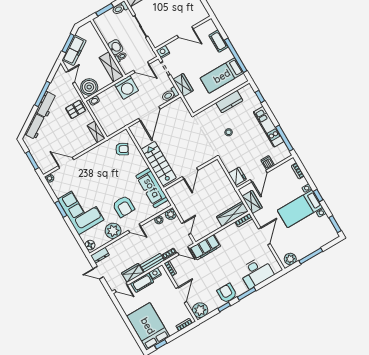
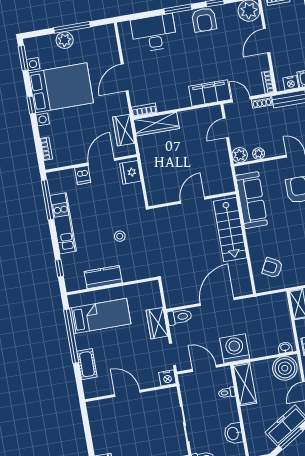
washbasin: (115, 47) -> (233, 433), moved
bed with nightstands: (300, 209) -> (61, 88), width x1.36
plant: (290, 259) -> (65, 40), moved

